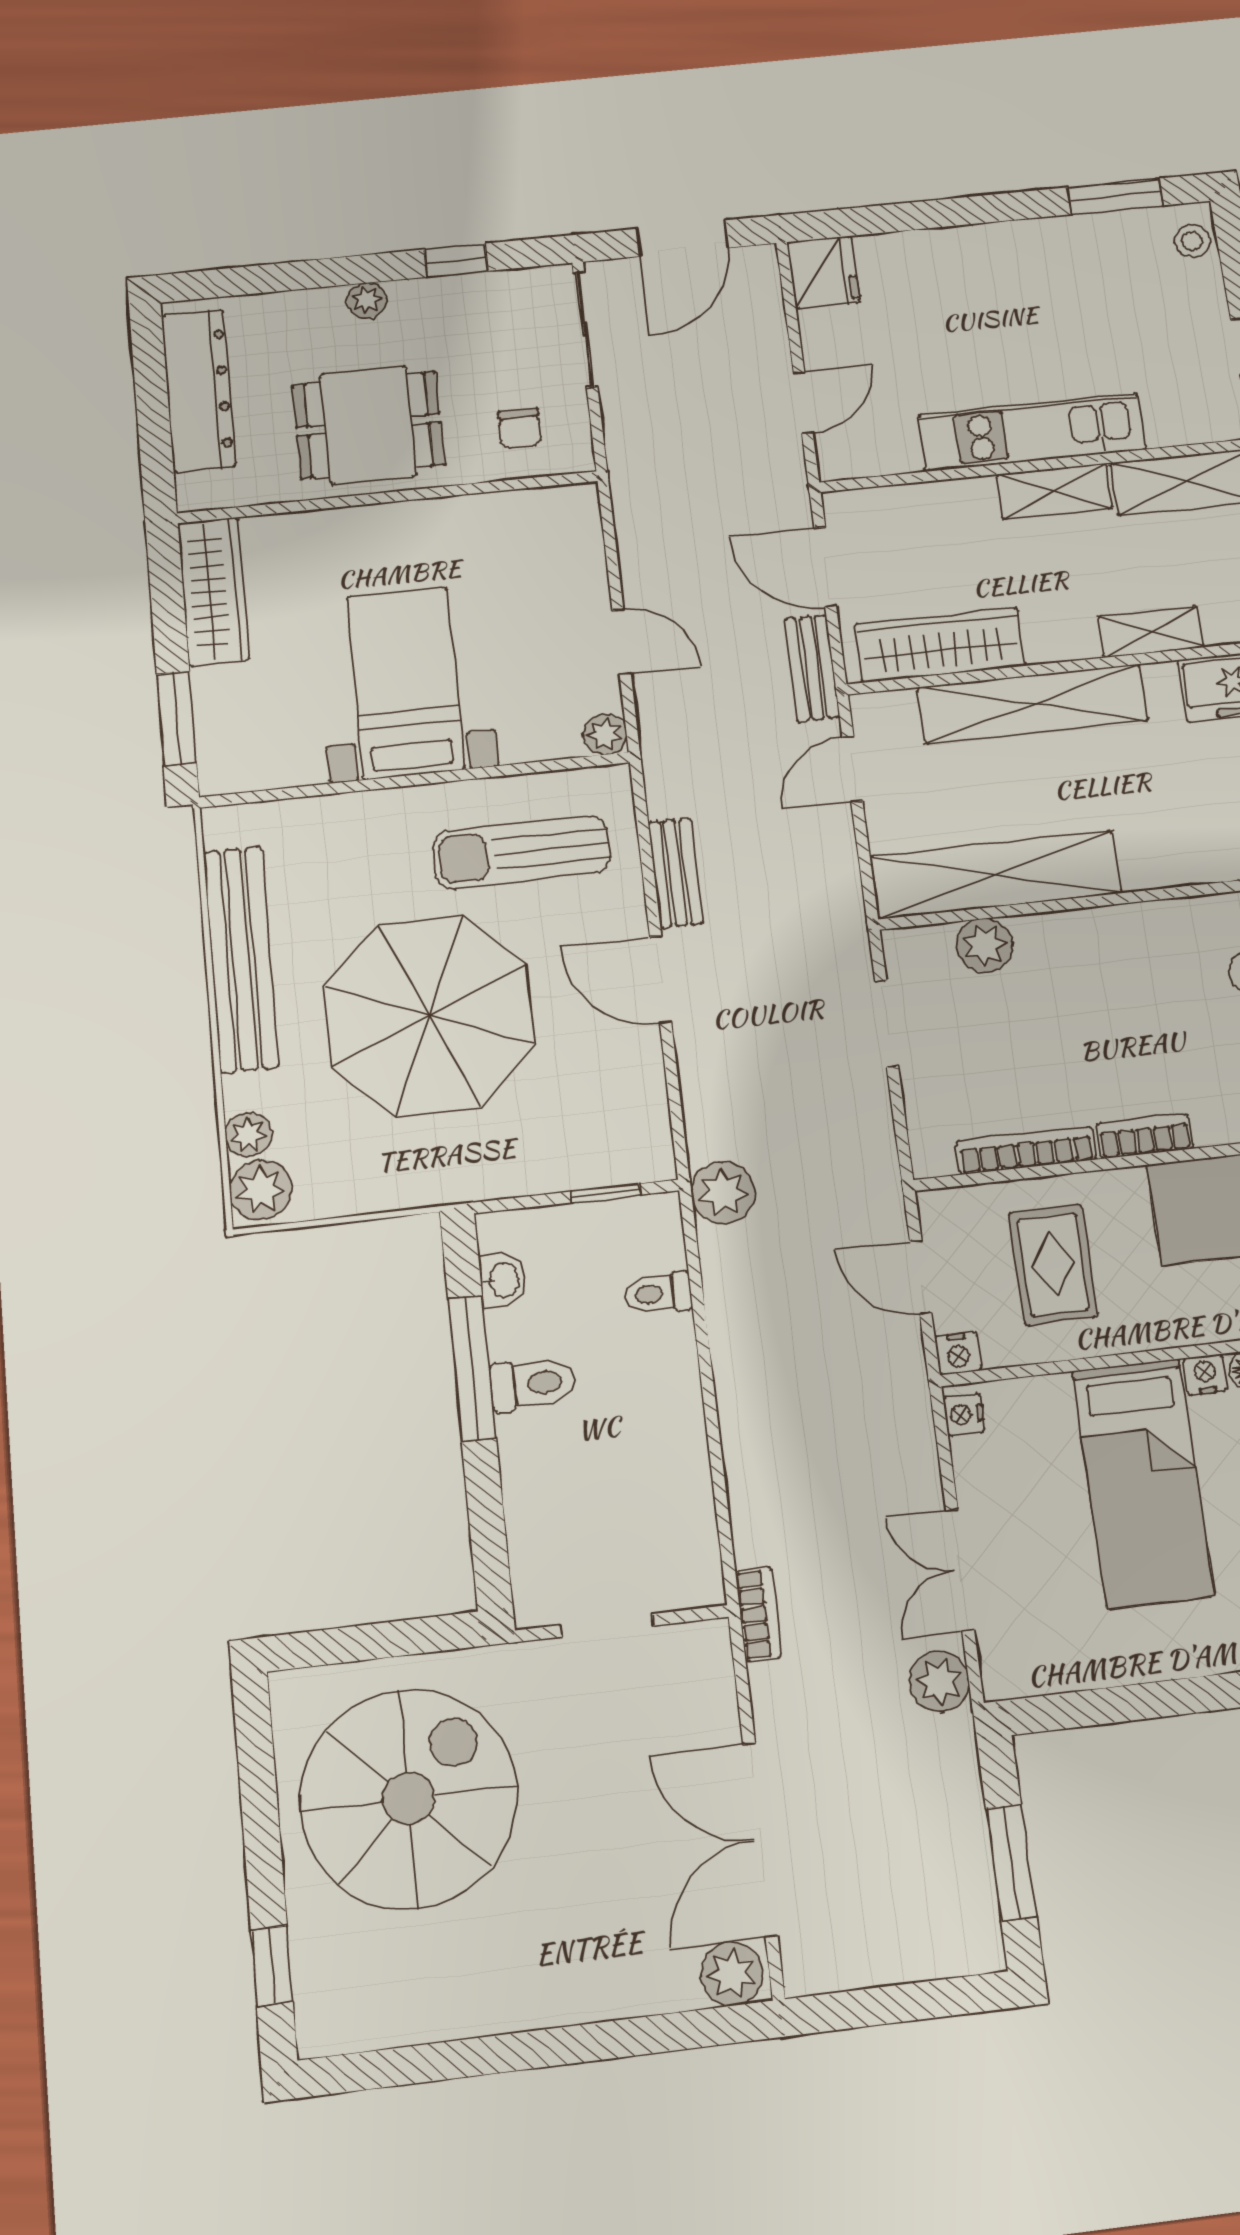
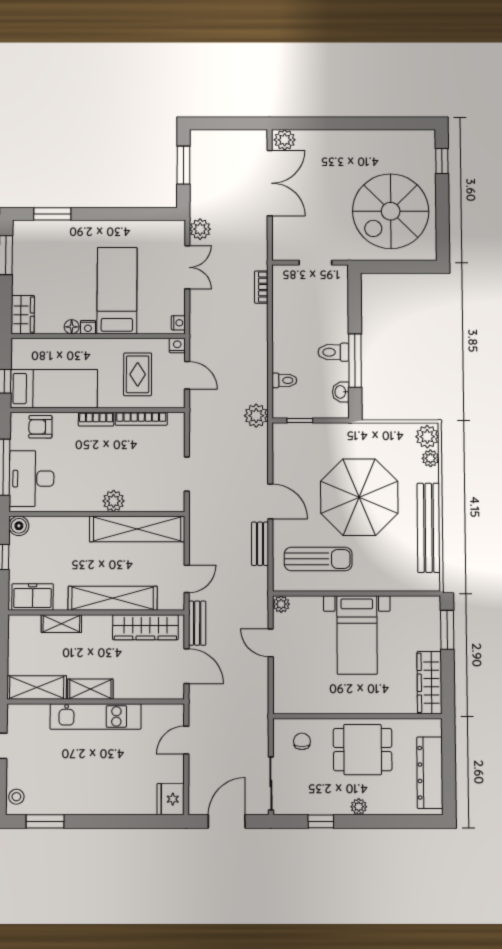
plant: (985, 945) -> (114, 501), moved
bookcase: (758, 1614) -> (261, 287), moved

